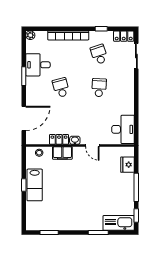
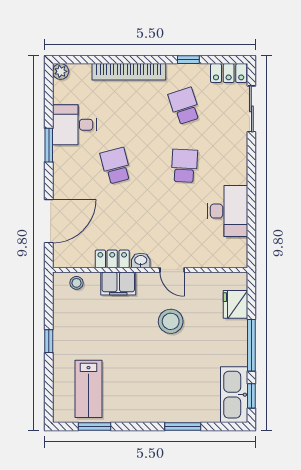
desk: (123, 129) -> (227, 211), moved
stool: (91, 174) -> (171, 321), added
lab bench: (35, 185) -> (89, 389), moved
kitchen sink: (119, 223) -> (234, 395), moved, turned -90

